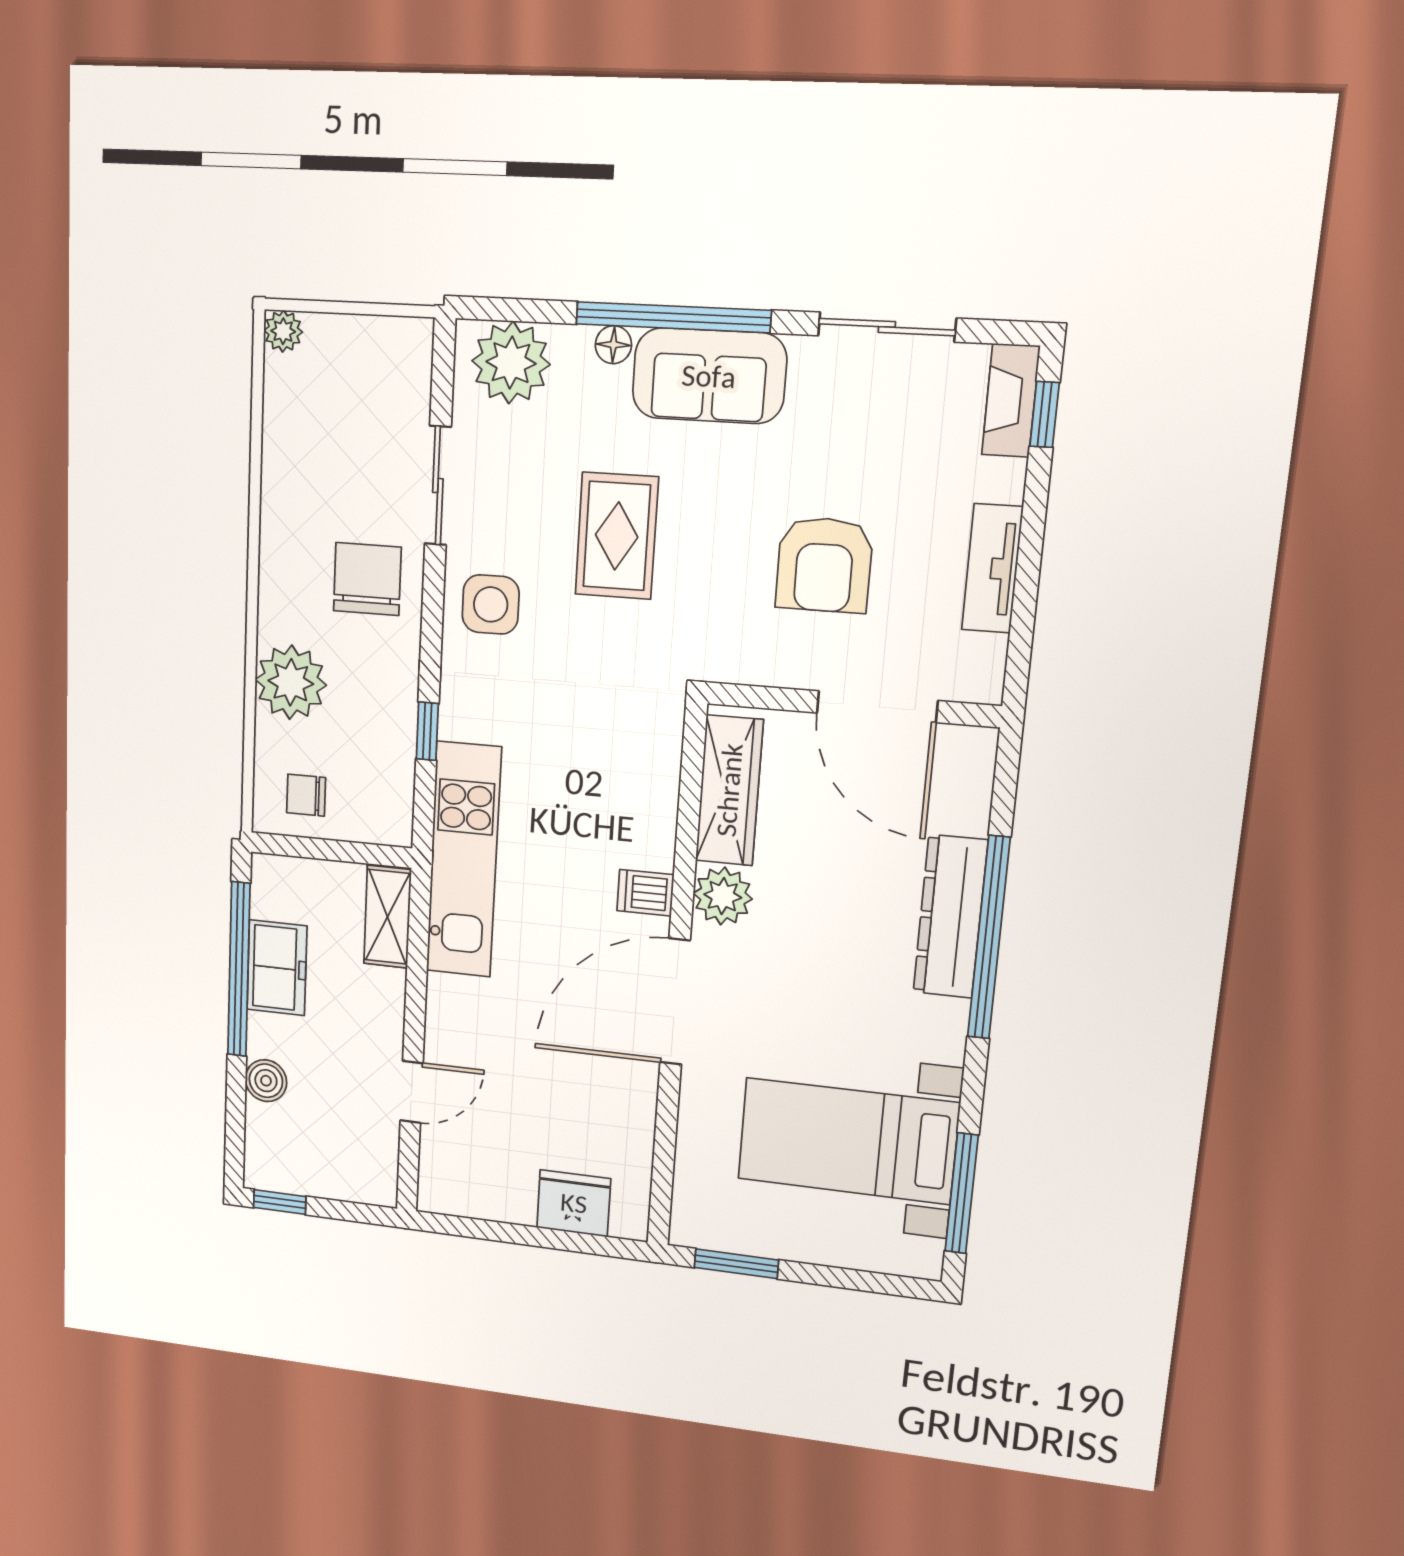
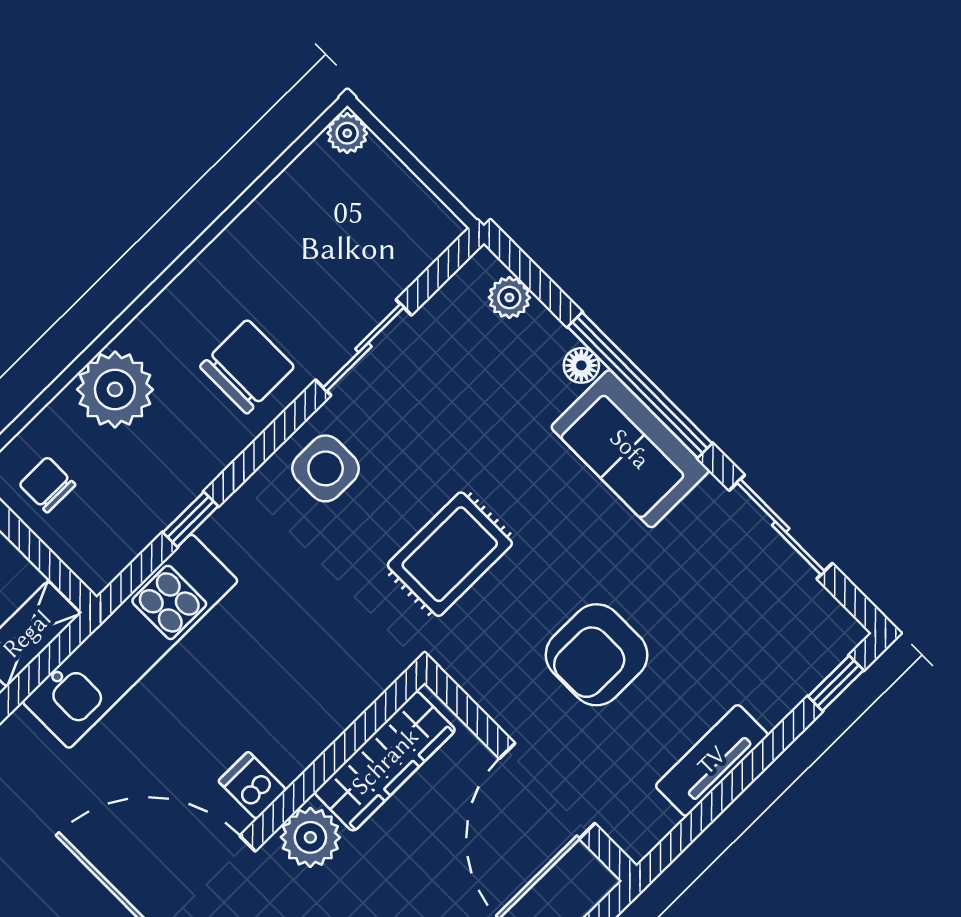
plant: (511, 363) -> (509, 298), width x0.53, depth x0.53
fireplace: (1011, 400) -> (821, 653), removed
rug: (617, 536) -> (450, 554), moved

